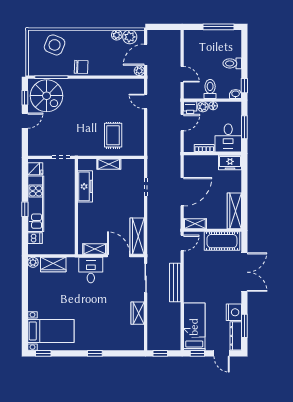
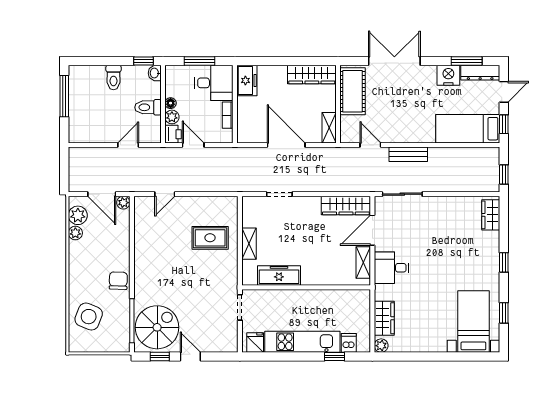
window: (25, 209) -> (335, 356), moved
door: (182, 243) -> (370, 145), moved
bench: (175, 282) -> (408, 154), width x0.73
wardrobe: (138, 313) -> (491, 215), moved, turned 90
window: (43, 353) -> (504, 313), moved

